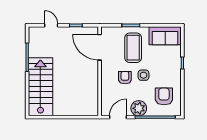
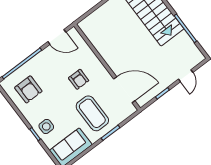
door: (51, 25) -> (186, 76), hinge flipped
side table: (144, 75) -> (46, 126), moved
plant: (139, 108) -> (44, 60), removed
door: (118, 117) -> (57, 37), hinge flipped

